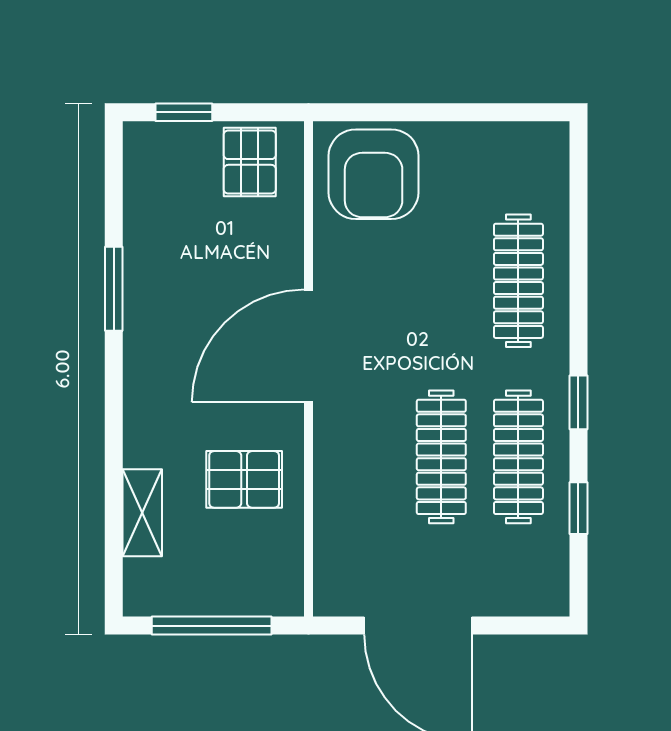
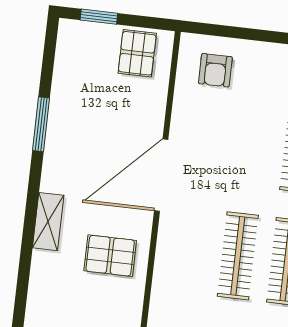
armchair: (374, 174) -> (215, 70), width x0.53, depth x0.53
shelving: (142, 513) -> (48, 222), moved

